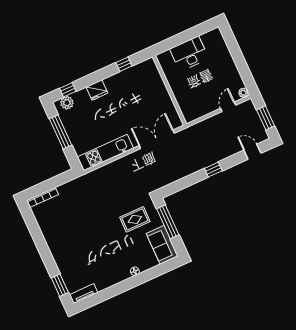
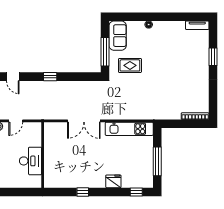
desk: (189, 54) -> (30, 161), moved, turned -90
wall: (170, 90) -> (43, 155), moved
plant: (67, 103) -> (142, 182), removed
window: (60, 285) -> (213, 57), moved

